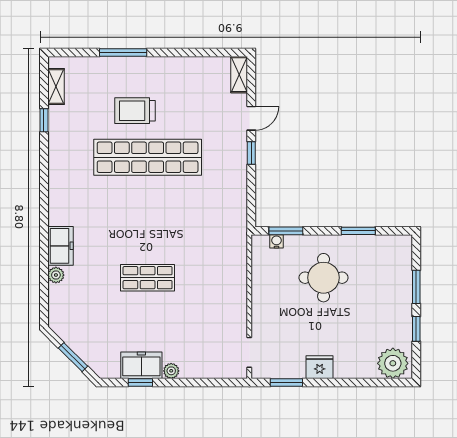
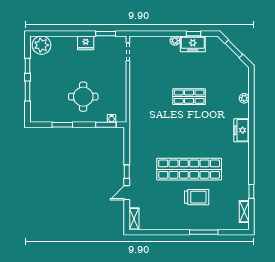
freezer: (60, 246) -> (241, 130), moved

